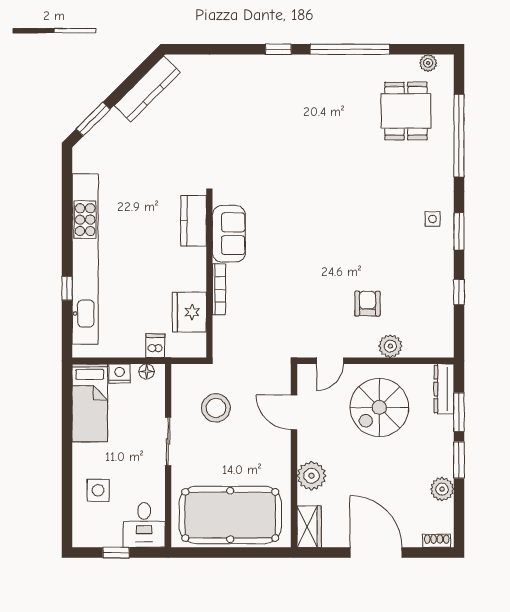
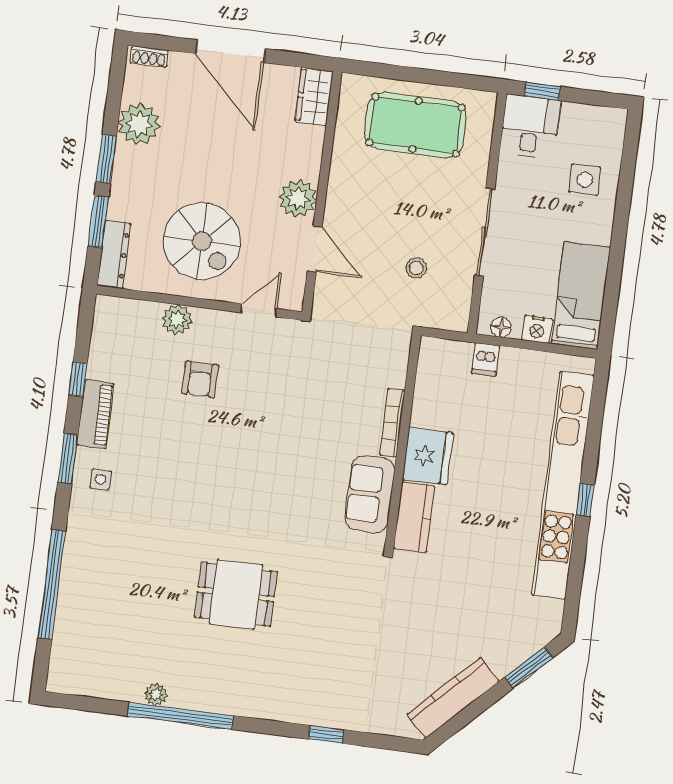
window: (278, 49) -> (326, 734), moved
plant: (428, 63) -> (156, 694), moved
dining table: (406, 111) -> (236, 594), moved, turned 90
piano: (443, 267) -> (95, 414), added
window: (67, 288) -> (585, 500), moved
fridge: (189, 312) -> (428, 456), moved
spiral stairs: (379, 407) -> (202, 241), turned 90
stool: (216, 408) -> (416, 268), width x0.53, depth x0.53
sliding door: (168, 441) -> (485, 232), width x1.37
plant: (311, 476) -> (298, 198), moved
plant: (442, 489) -> (139, 124), width x1.36, depth x1.36
pool table: (230, 515) -> (415, 125), width x0.73, depth x0.76
window: (116, 553) -> (542, 91), moved

